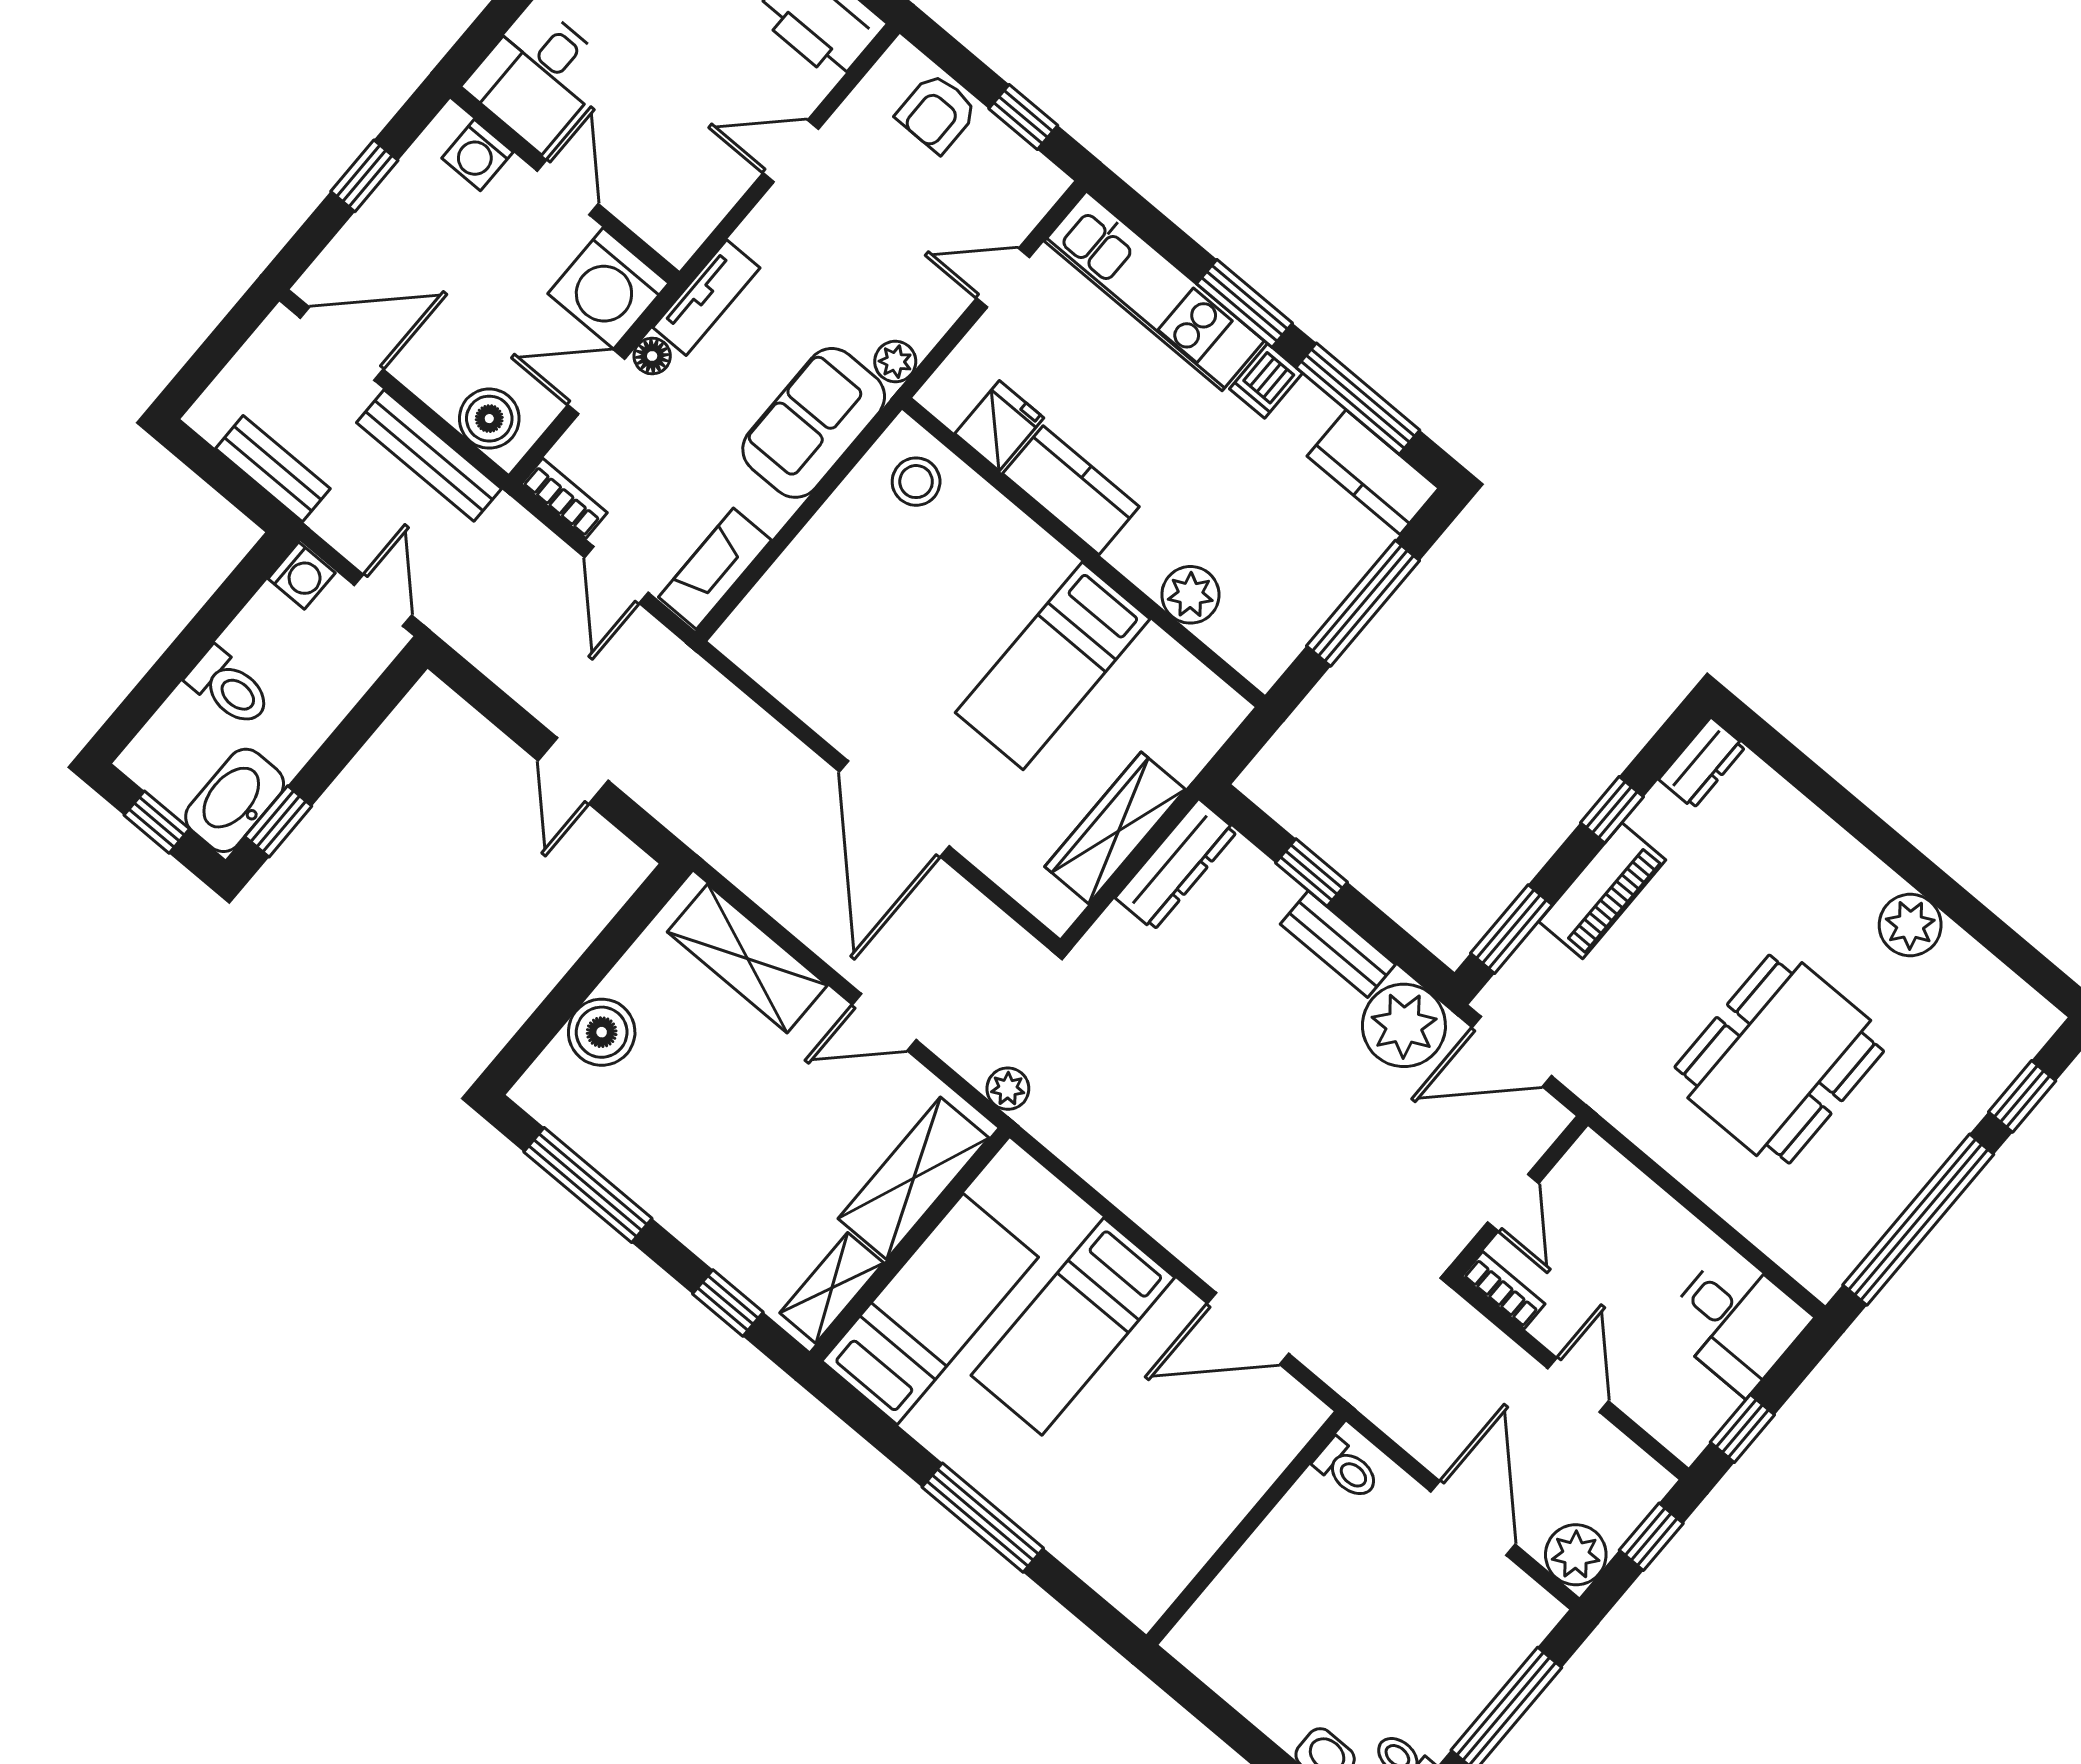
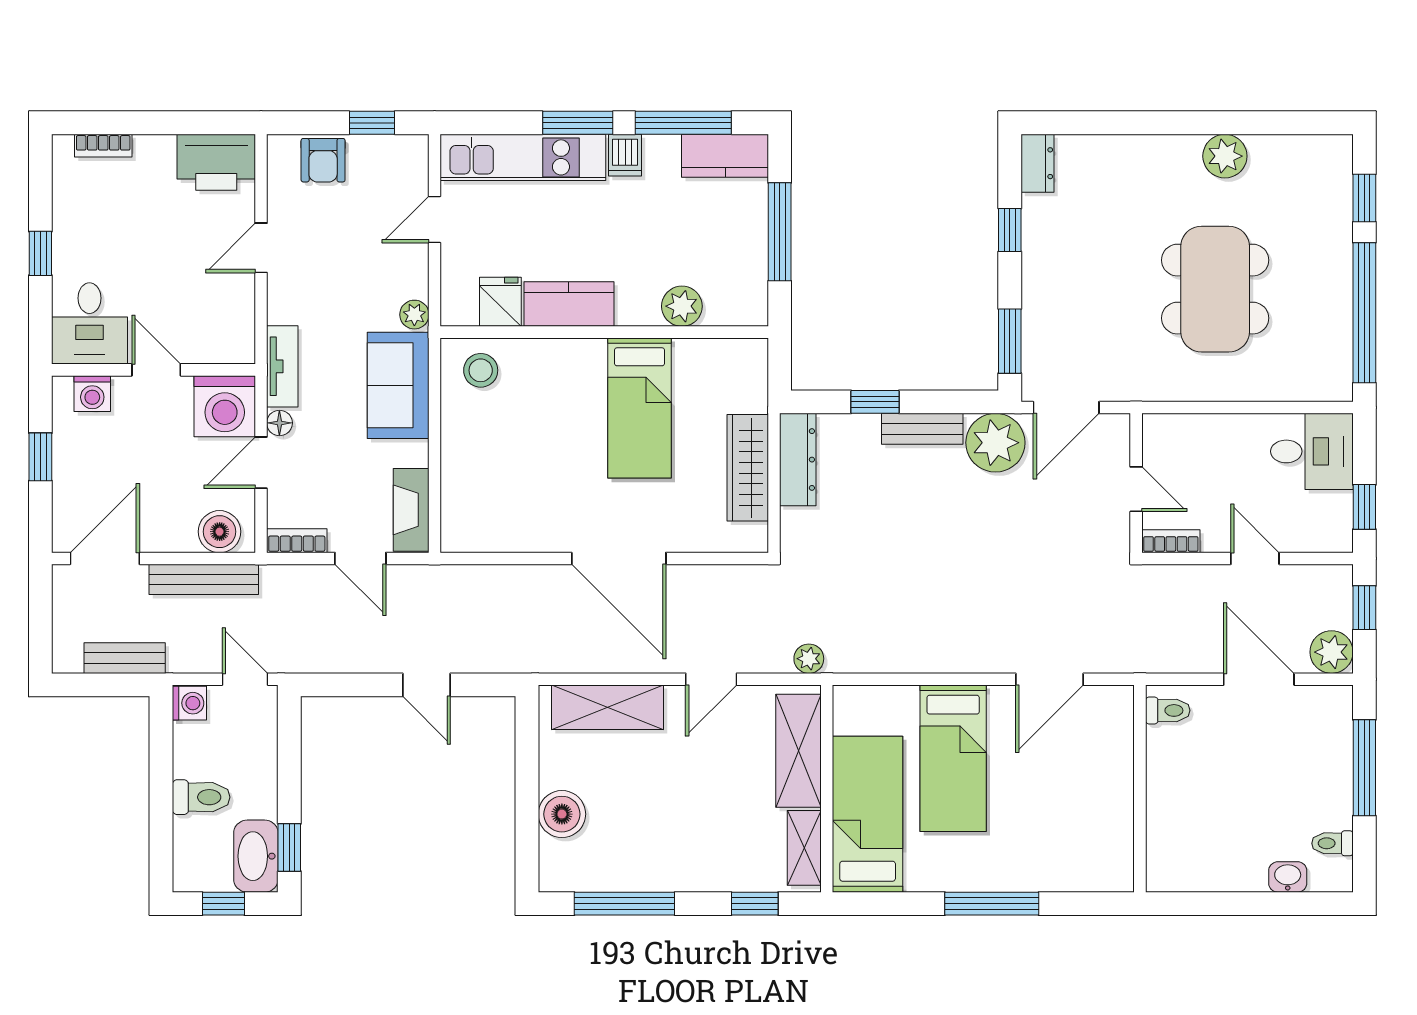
piano: (1602, 891) -> (1042, 279), removed

